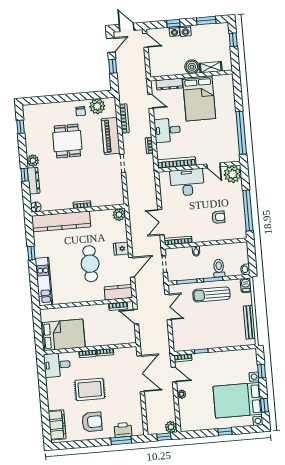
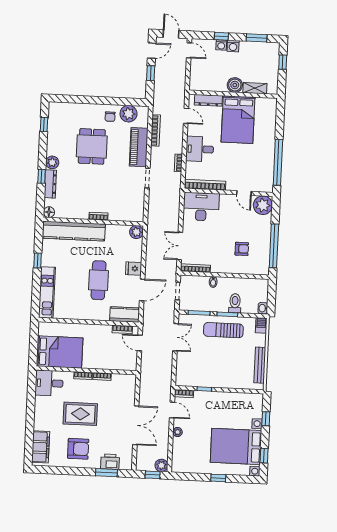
desk: (187, 182) -> (201, 207), moved
double door: (141, 374) -> (136, 425), moved

